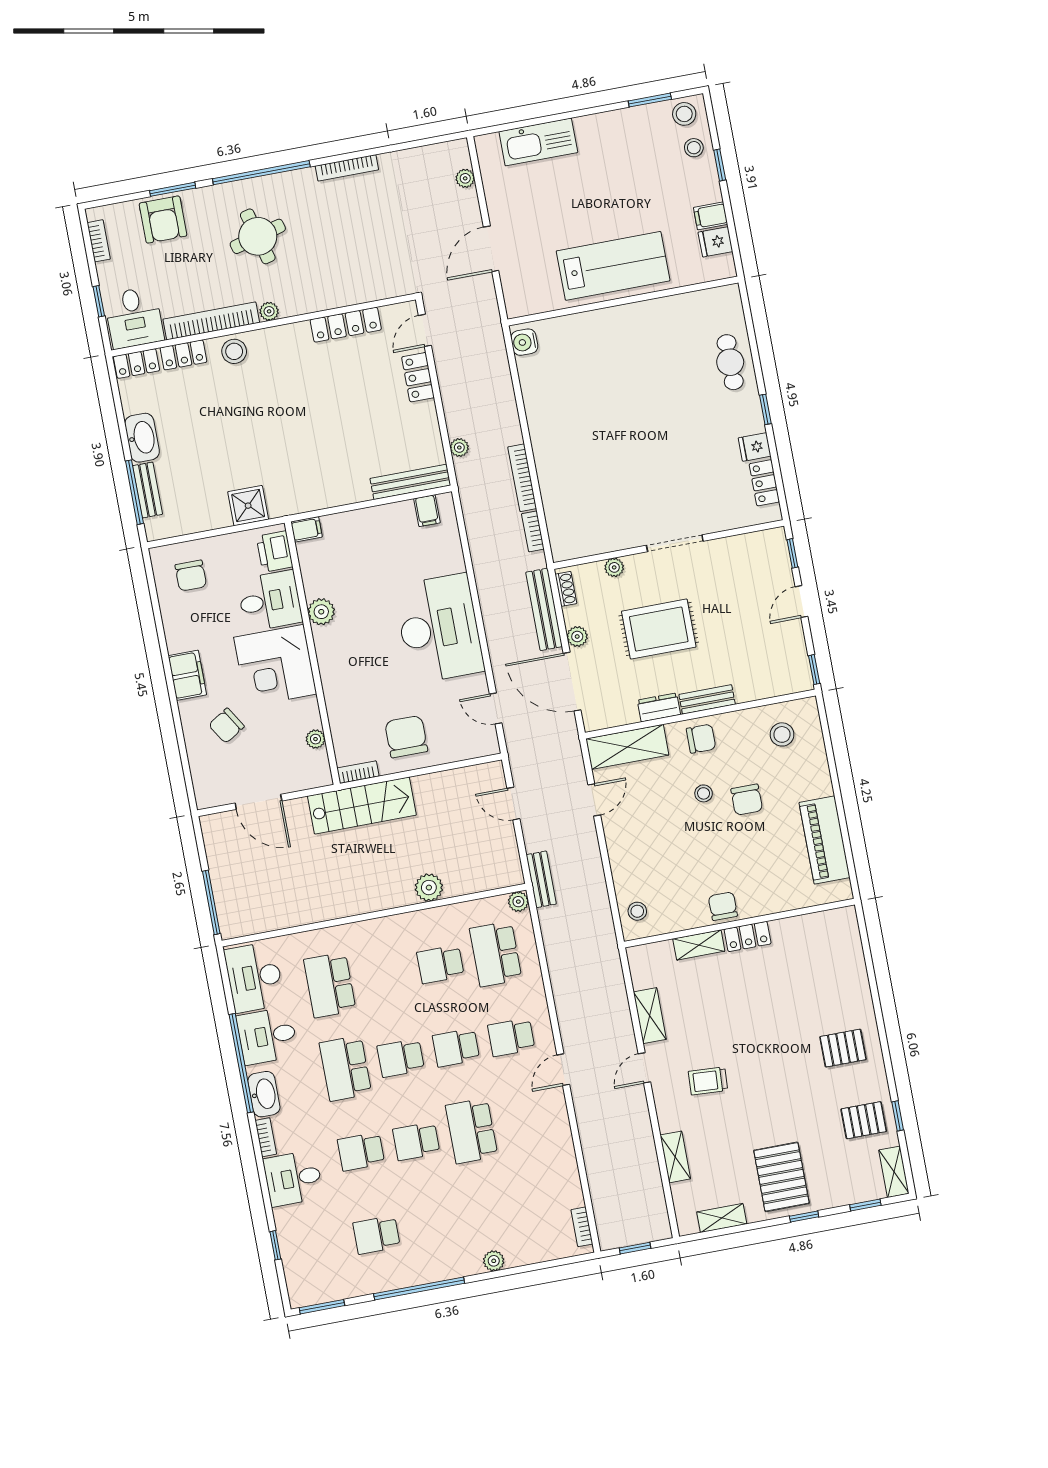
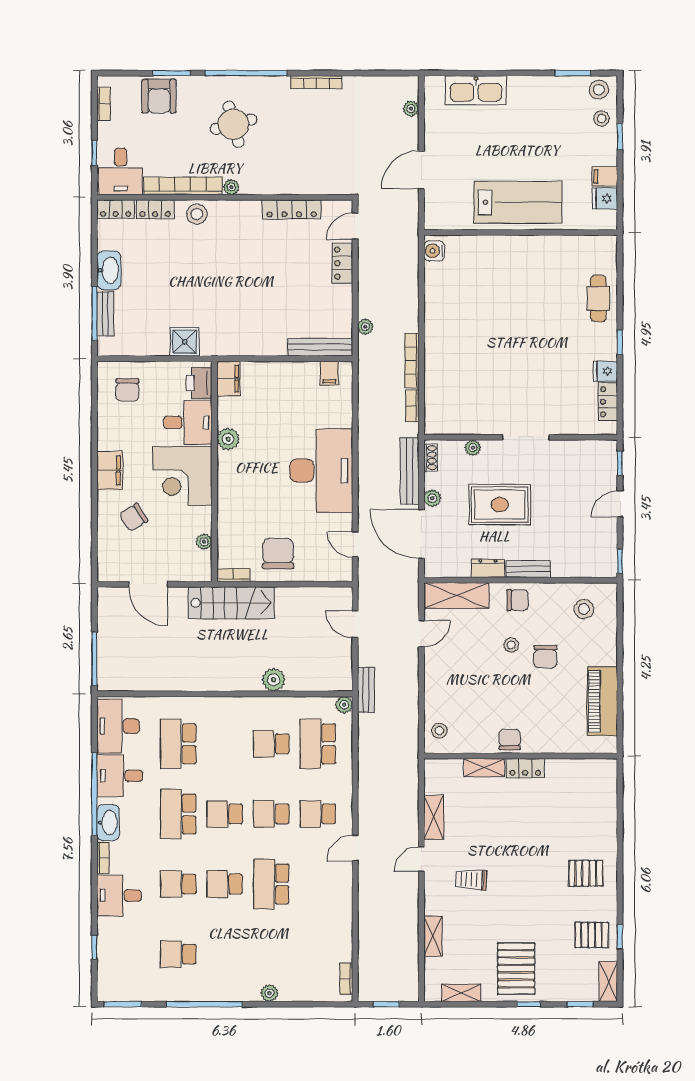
filing cabinet: (306, 529) -> (229, 379), width x2.00

